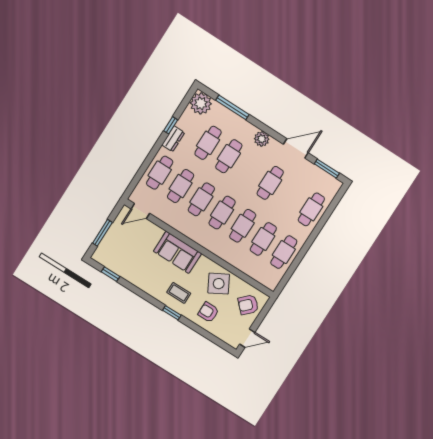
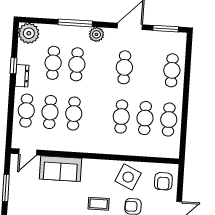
window: (232, 107) -> (75, 23), moved
cafe table: (222, 213) -> (97, 115), removed
sofa: (177, 252) -> (60, 169), moved
side table: (219, 284) -> (128, 177), turned -36
armchair: (248, 305) -> (163, 181), turned -45

